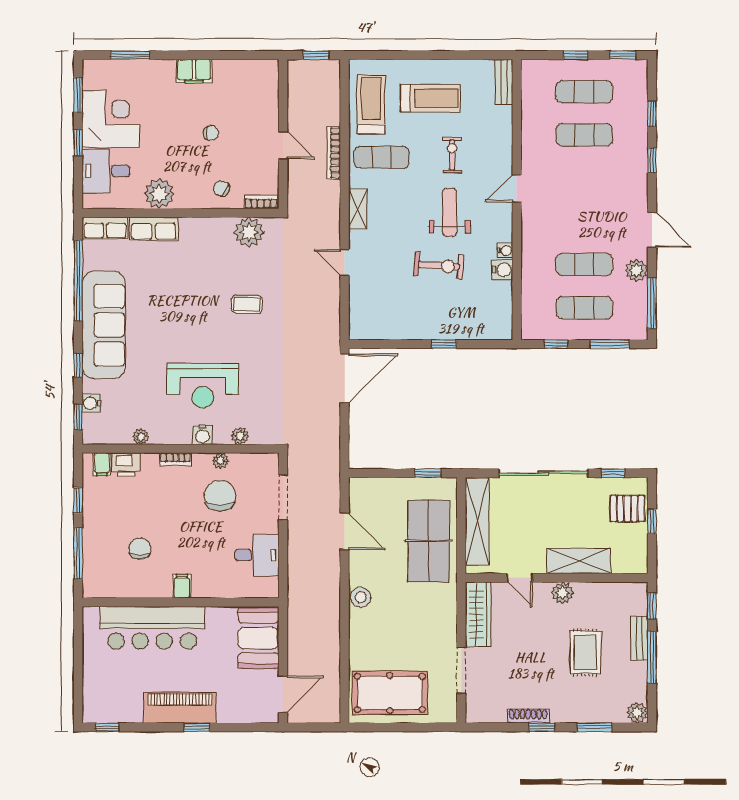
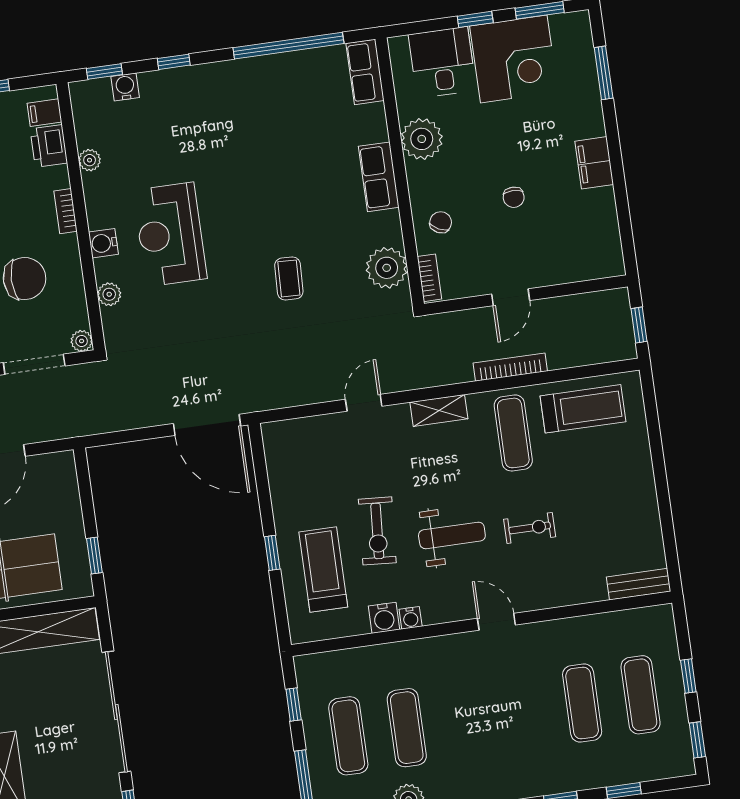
treadmill: (430, 98) -> (323, 570), moved, turned 180
row of seats: (154, 229) -> (379, 177), moved
sofa: (104, 325) -> (233, 89), removed
plant: (220, 461) -> (82, 341), moved

